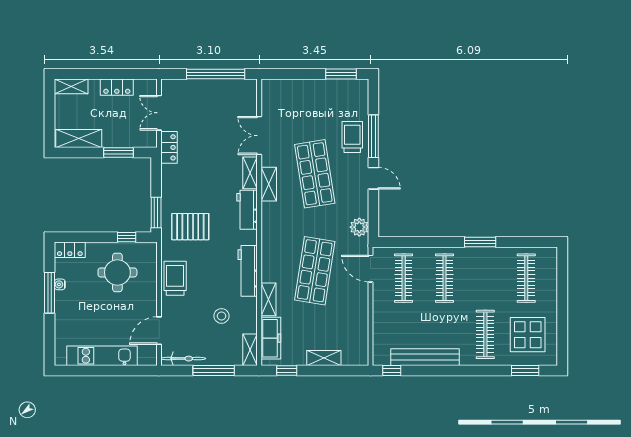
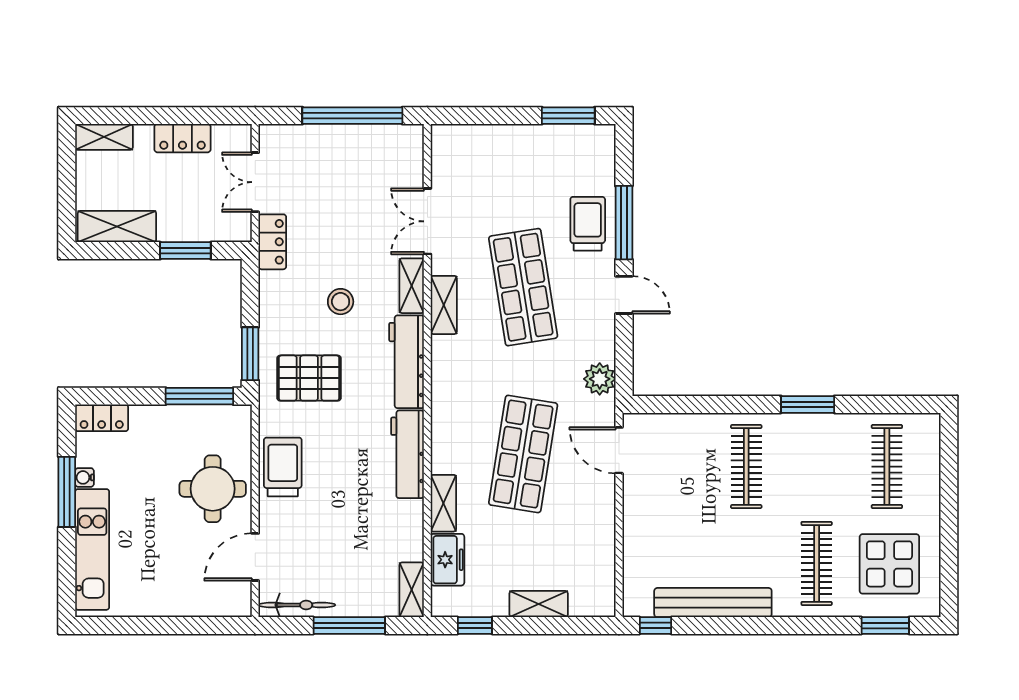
workbench: (247, 210) -> (407, 362), width x1.38
window: (127, 237) -> (199, 396), width x2.17
round table: (117, 272) -> (213, 489), moved
clothes rail: (404, 278) -> (676, 467), removed
stool: (221, 316) -> (341, 302), moved
freezer: (271, 338) -> (447, 560), width x0.71
kitchen unit: (102, 356) -> (92, 549), moved, turned 90

